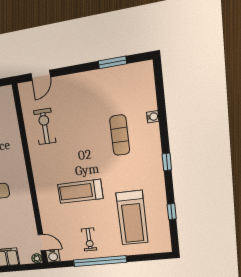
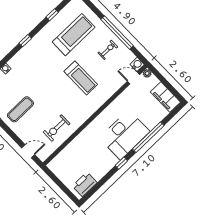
exercise mat: (120, 135) -> (20, 109), moved
door: (42, 243) -> (133, 78), hinge flipped

